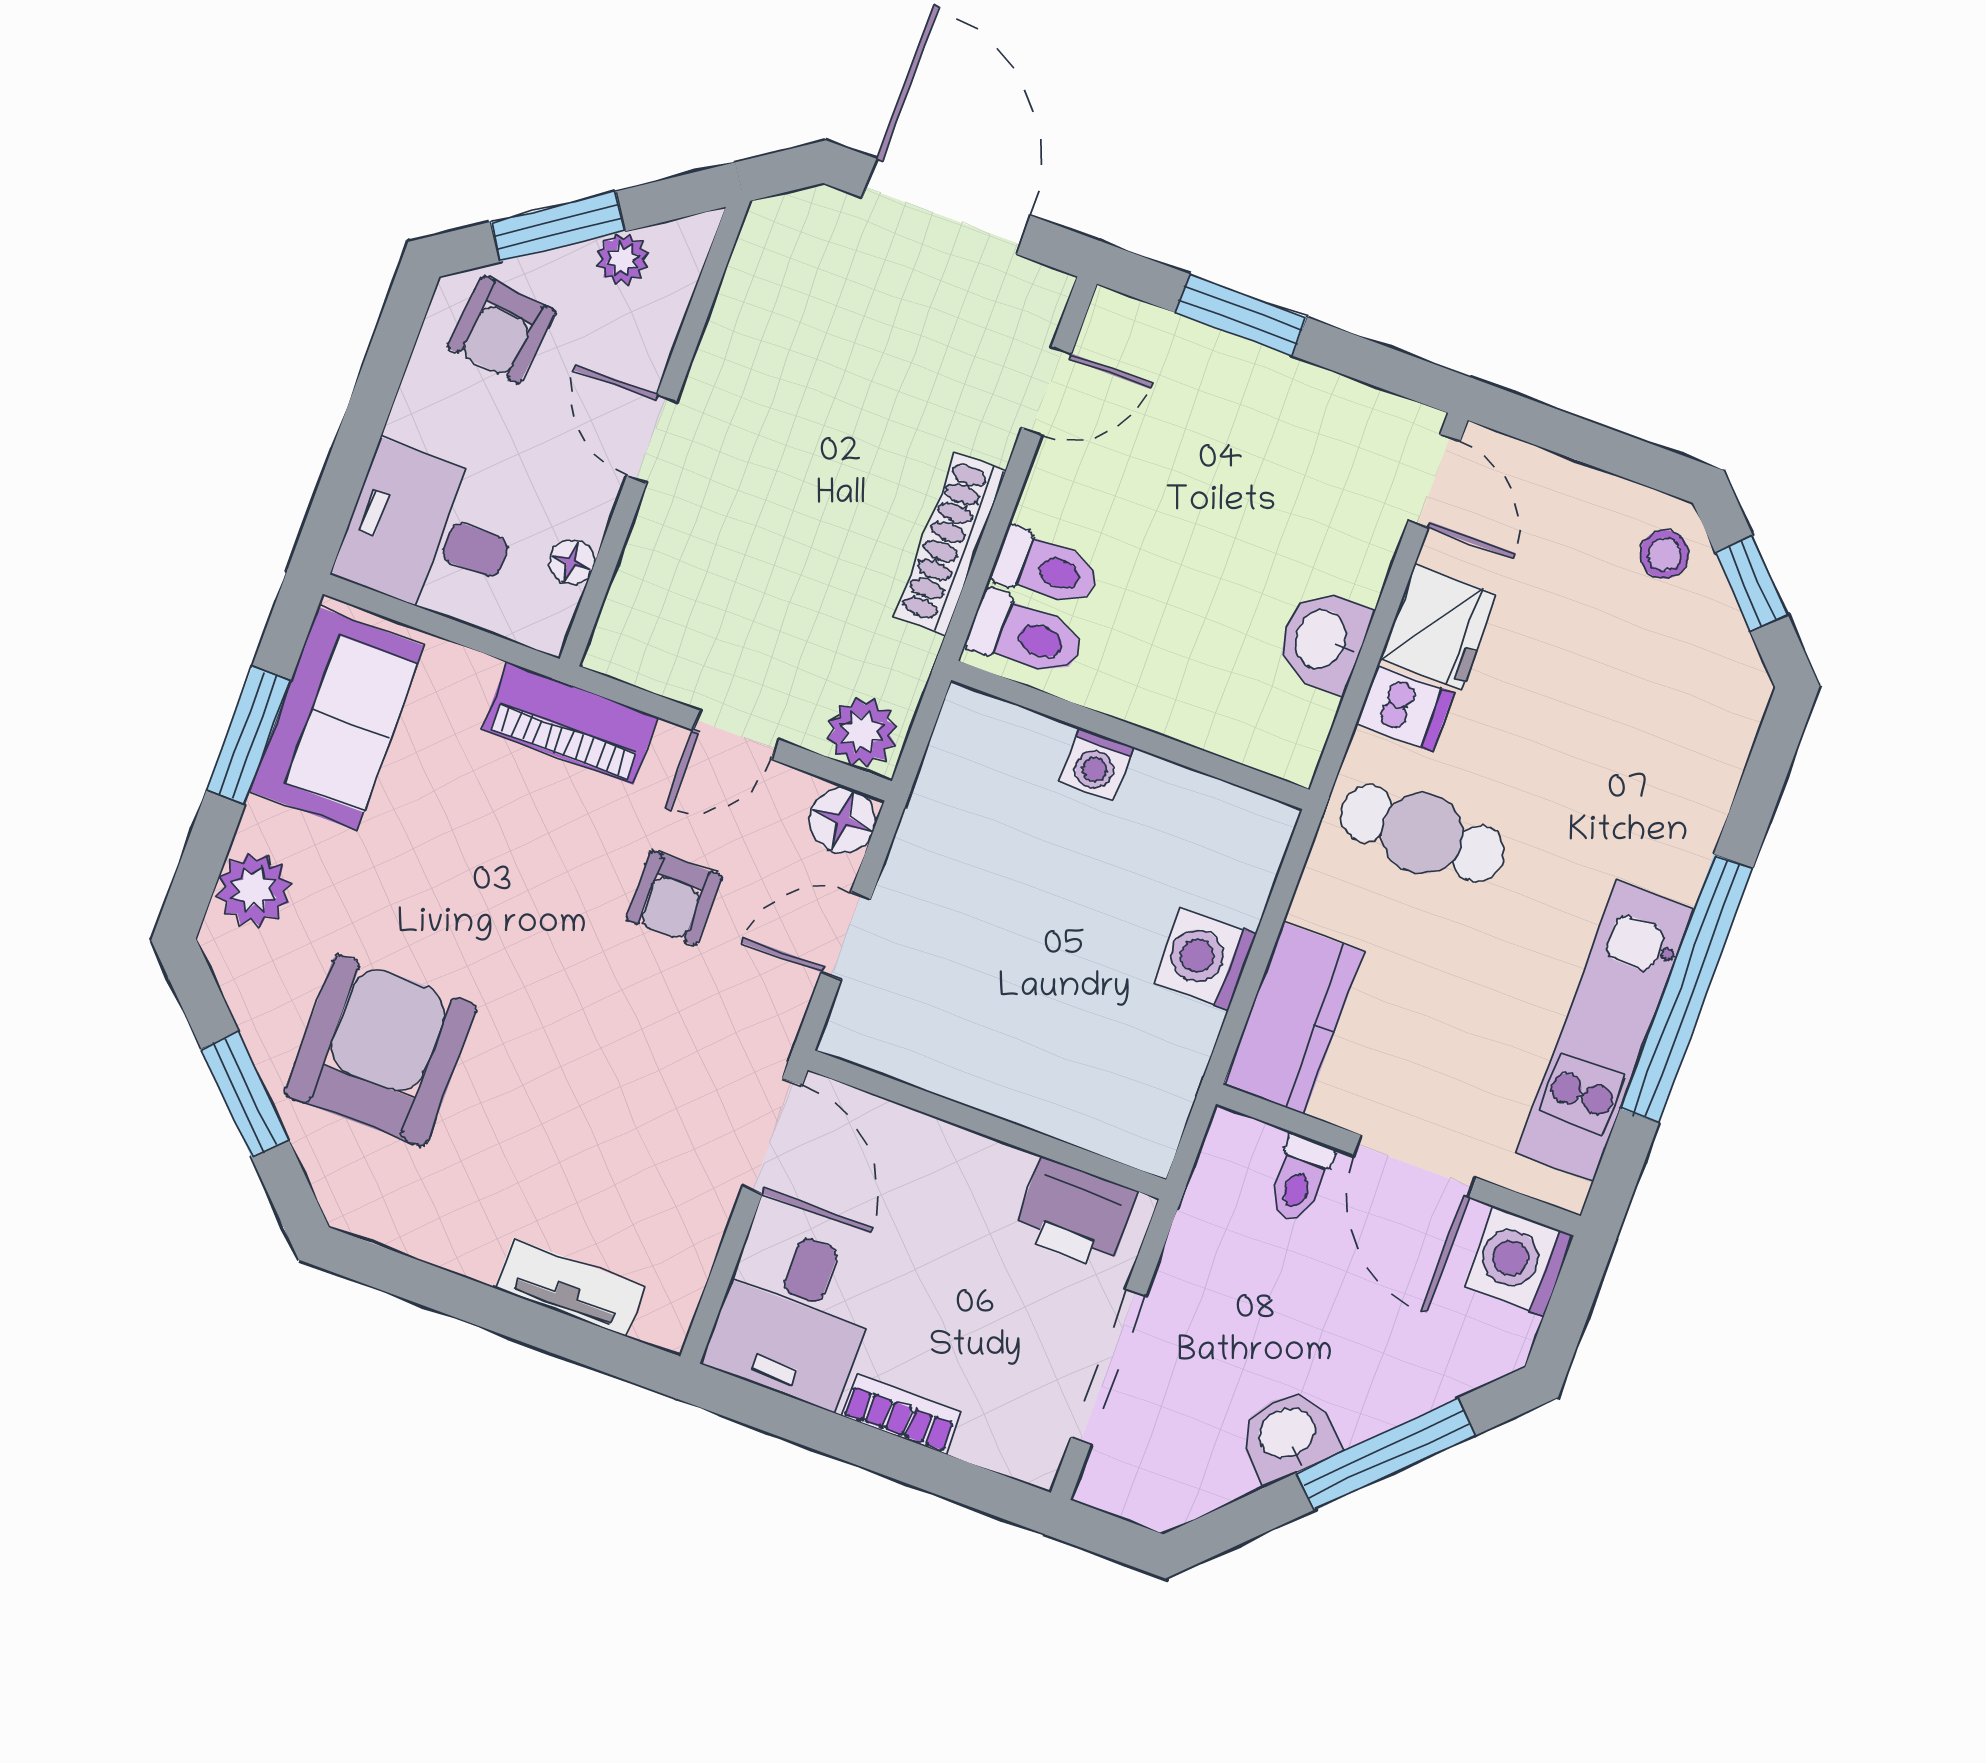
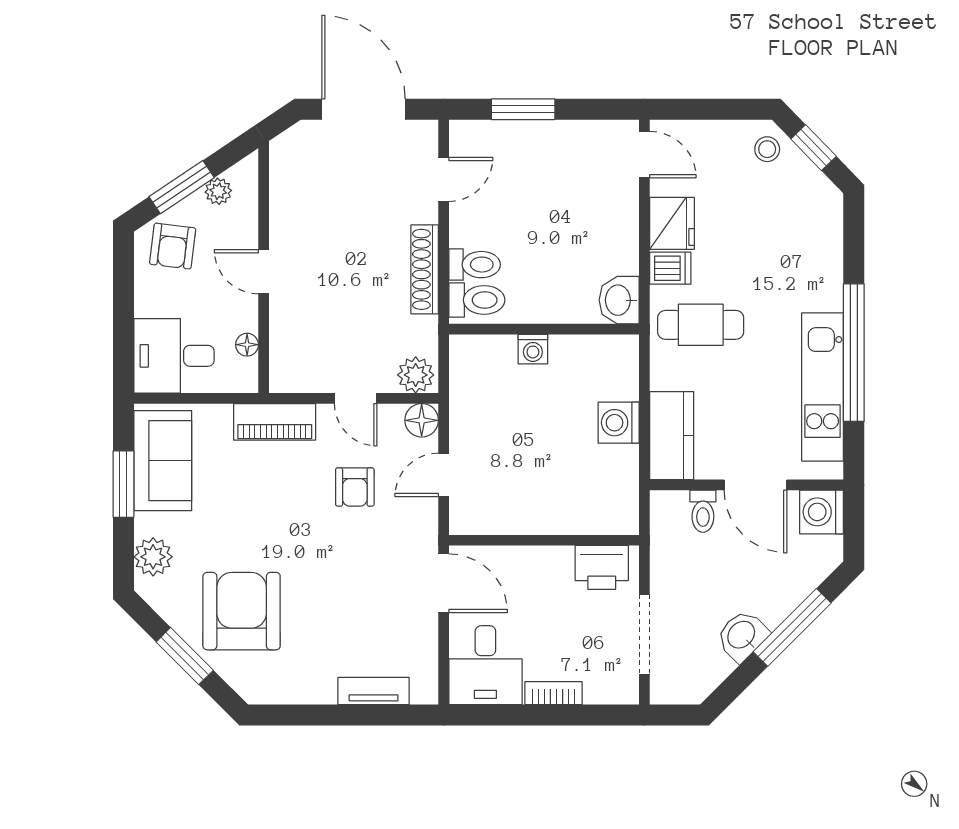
washbasin: (1323, 640) -> (619, 300), moved
door: (736, 735) -> (356, 398), hinge flipped

